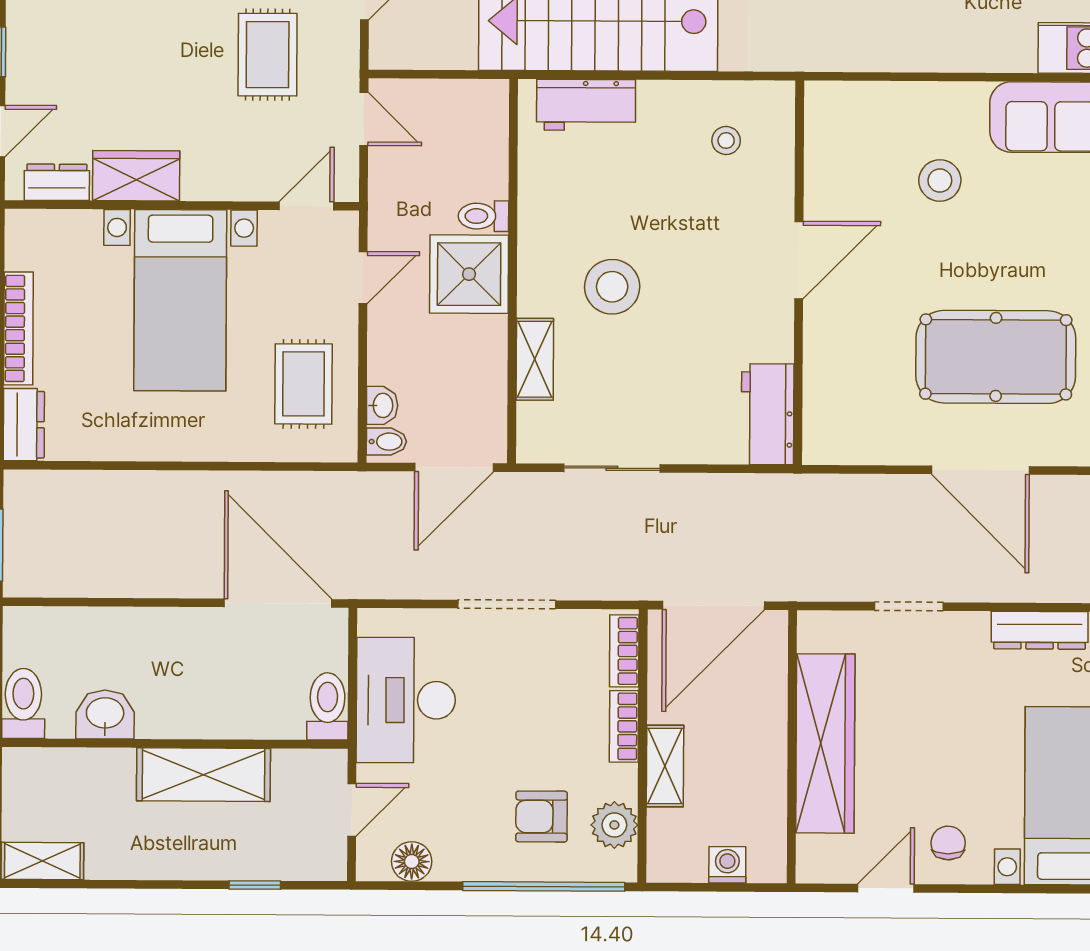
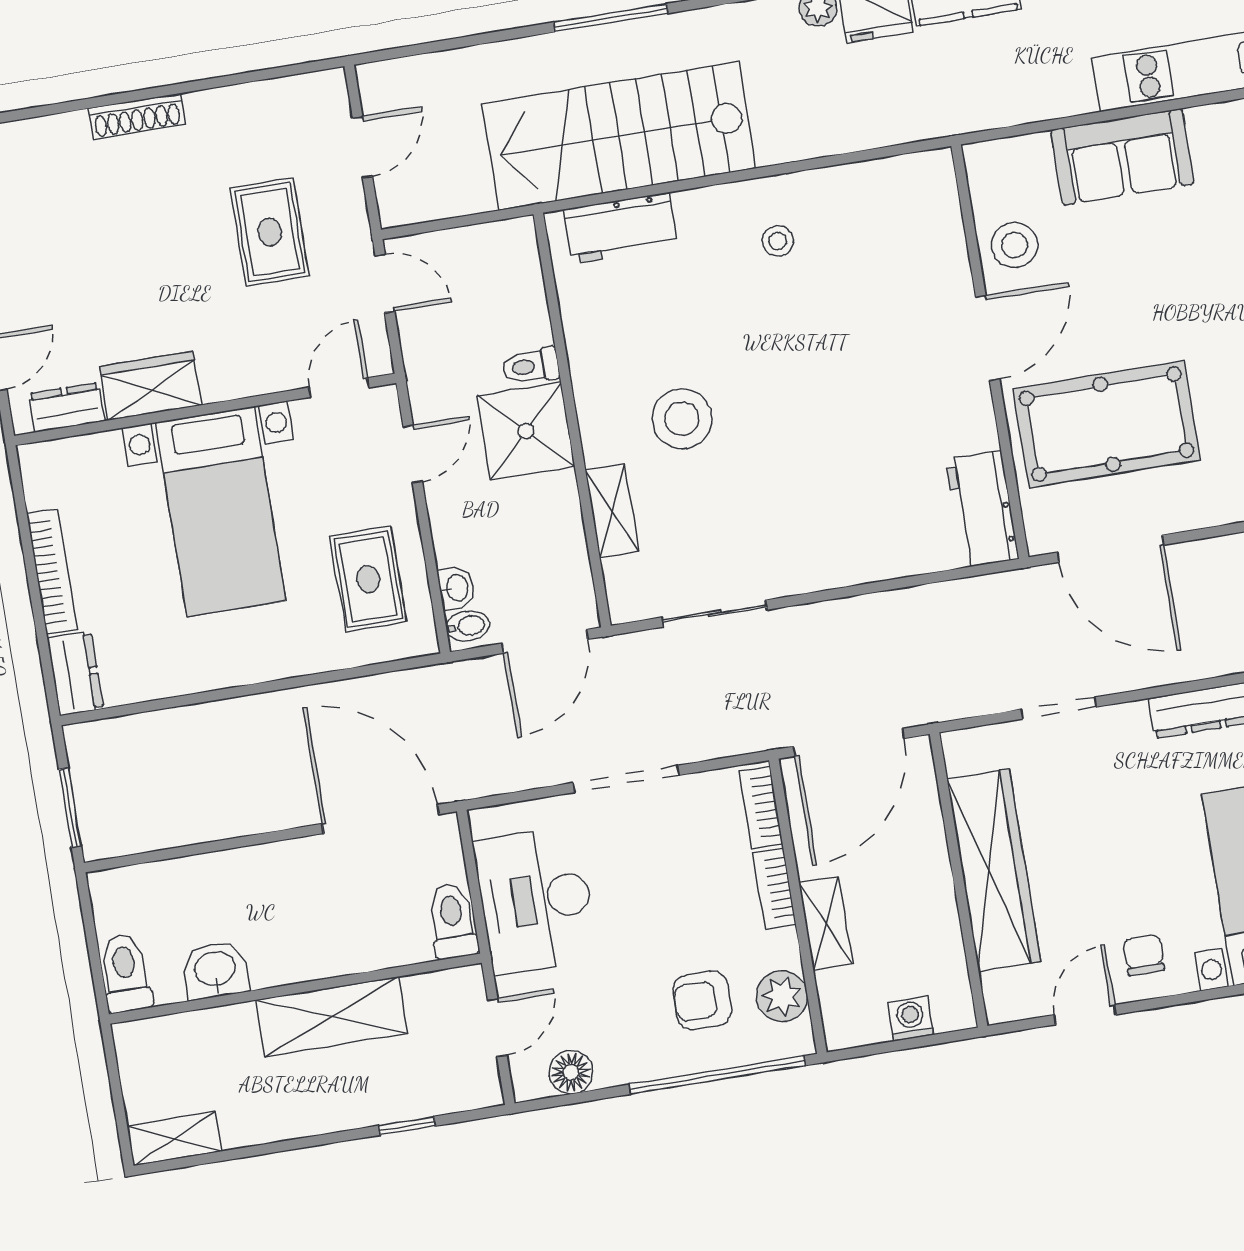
door: (799, 260) -> (988, 338), moved
wall: (799, 273) -> (990, 352), moved
workbench: (768, 414) -> (982, 509), moved

